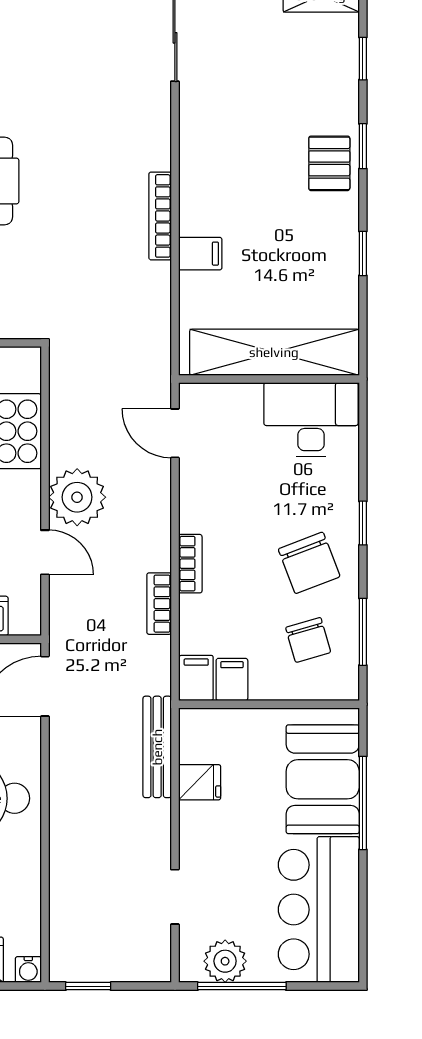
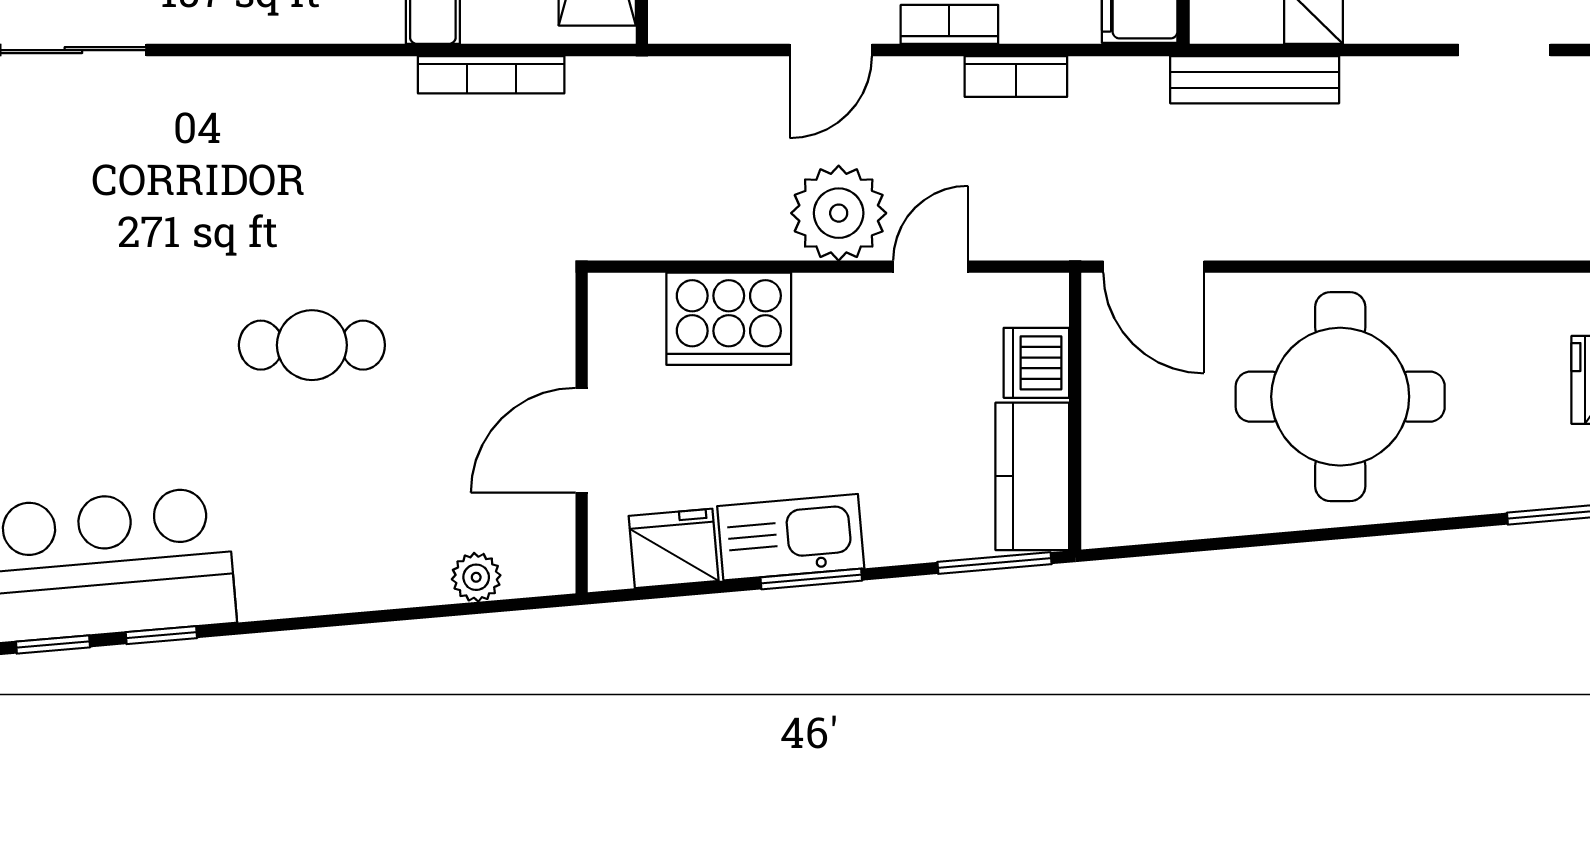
bookcase: (160, 216) -> (491, 75), moved
door: (175, 433) -> (831, 50), moved

